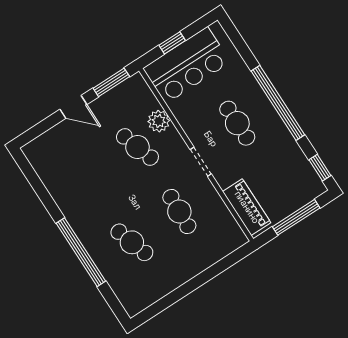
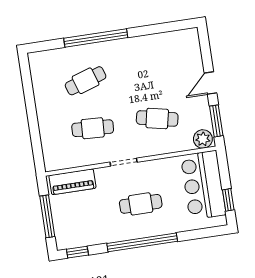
window: (172, 43) -> (228, 200), moved
plant: (159, 121) -> (203, 139), moved
cafe table: (137, 147) -> (157, 118), turned 30

